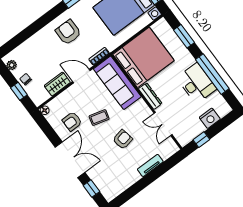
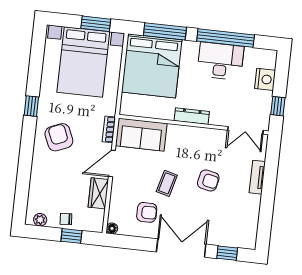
armchair: (68, 32) -> (59, 137), turned 67
window: (184, 36) -> (165, 31), width x1.44
bed: (143, 57) -> (152, 66), moved, turned 180
sofa: (117, 83) -> (141, 135), width x0.73
armchair: (72, 121) -> (147, 212), turned -90
double door: (163, 124) -> (245, 130), moved
armchair: (123, 139) -> (208, 180), turned 113

